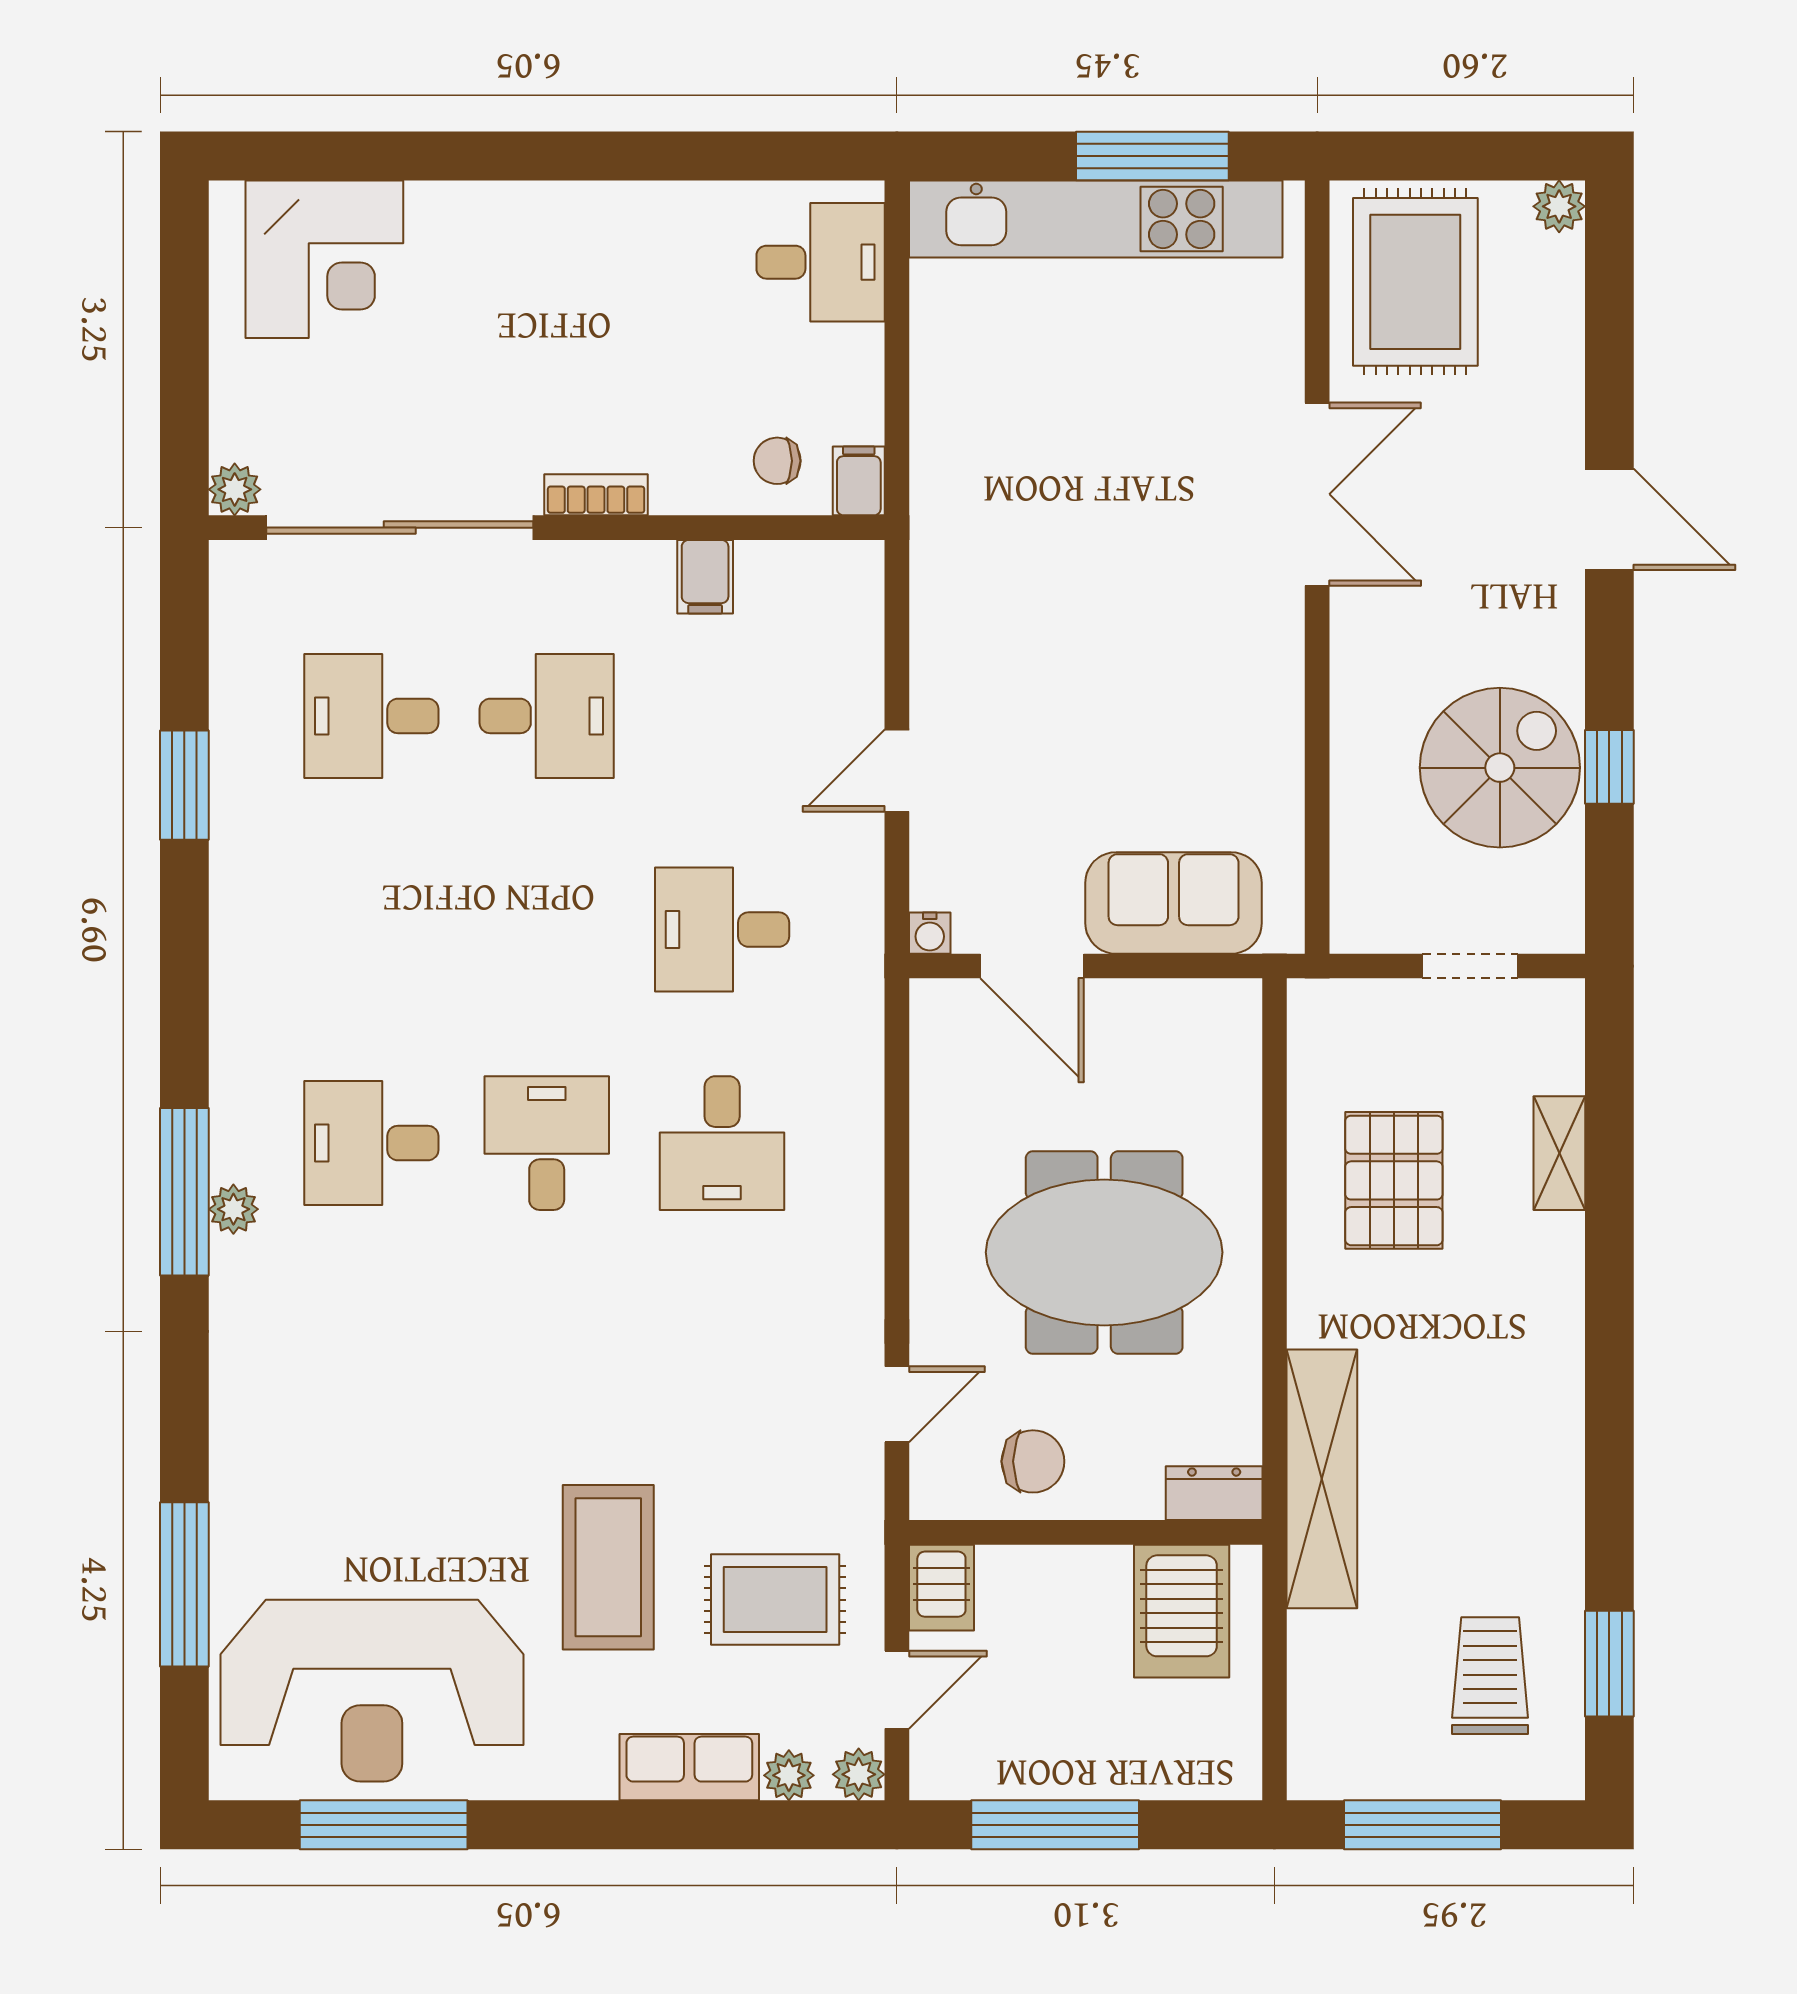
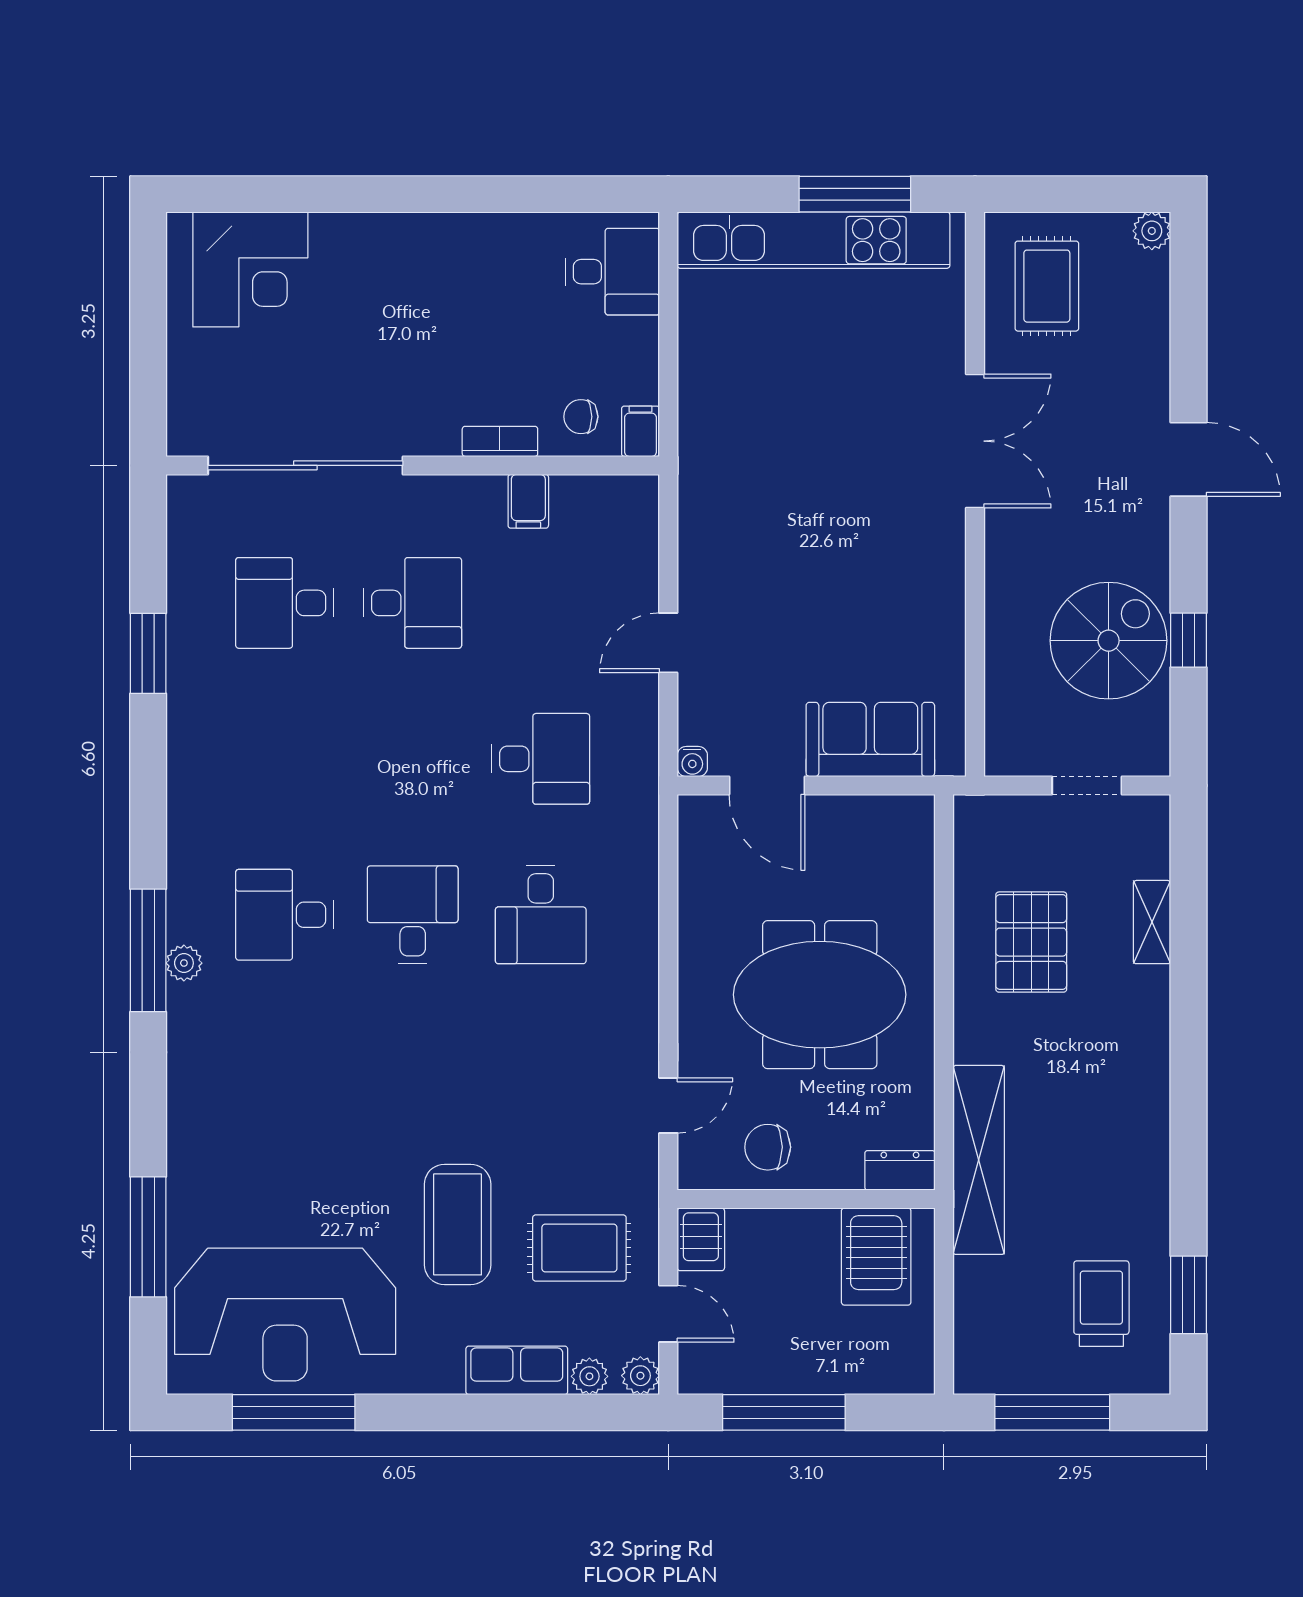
rug: (1415, 282) -> (1047, 286), width x0.73, depth x0.70
plant: (235, 489) -> (185, 438), removed
bookcase: (596, 495) -> (500, 441), moved
desk: (722, 930) -> (541, 759), turned 180
chair: (1033, 1461) -> (768, 1147), turned 180
door: (897, 1690) -> (668, 1314), hinge flipped

